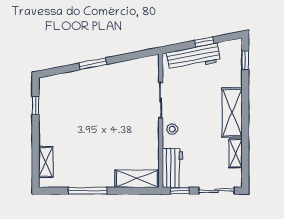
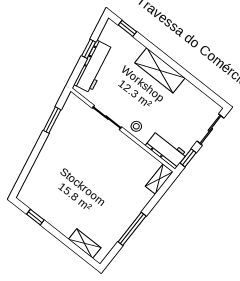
window: (93, 64) -> (52, 120), moved
shelving: (235, 153) -> (193, 92), removed
shelving: (137, 179) -> (159, 179), width x0.67, depth x0.75

